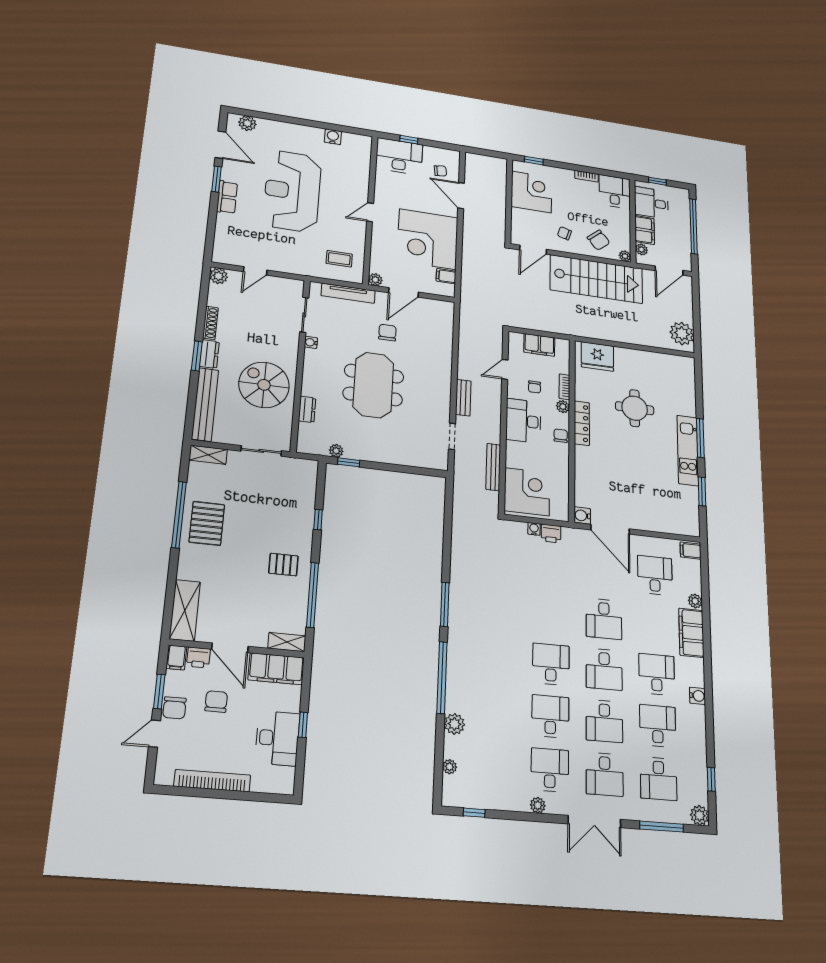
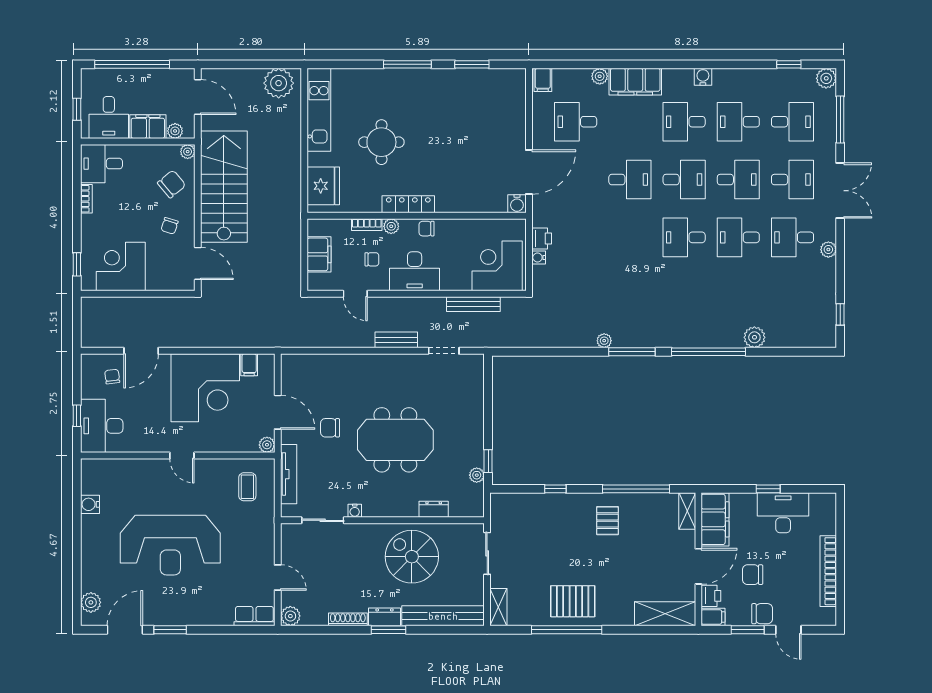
row of seats: (227, 197) -> (254, 616), moved
spiral stairs: (264, 385) -> (412, 557), turned 90
kitchen unit: (688, 450) -> (319, 110), moved, turned -90
plant: (450, 767) -> (604, 341), moved

